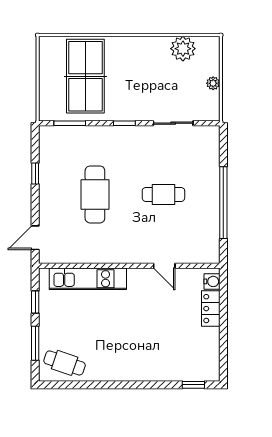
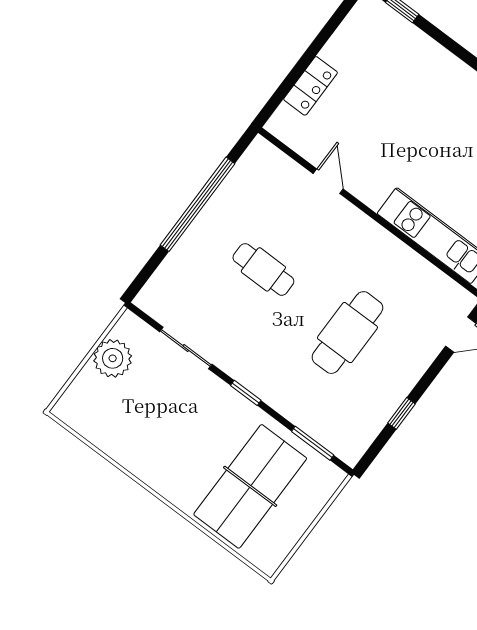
plant: (183, 49) -> (105, 430), removed
plant: (213, 83) -> (113, 358), width x1.87, depth x1.87
water cooler: (212, 281) -> (284, 118), removed

